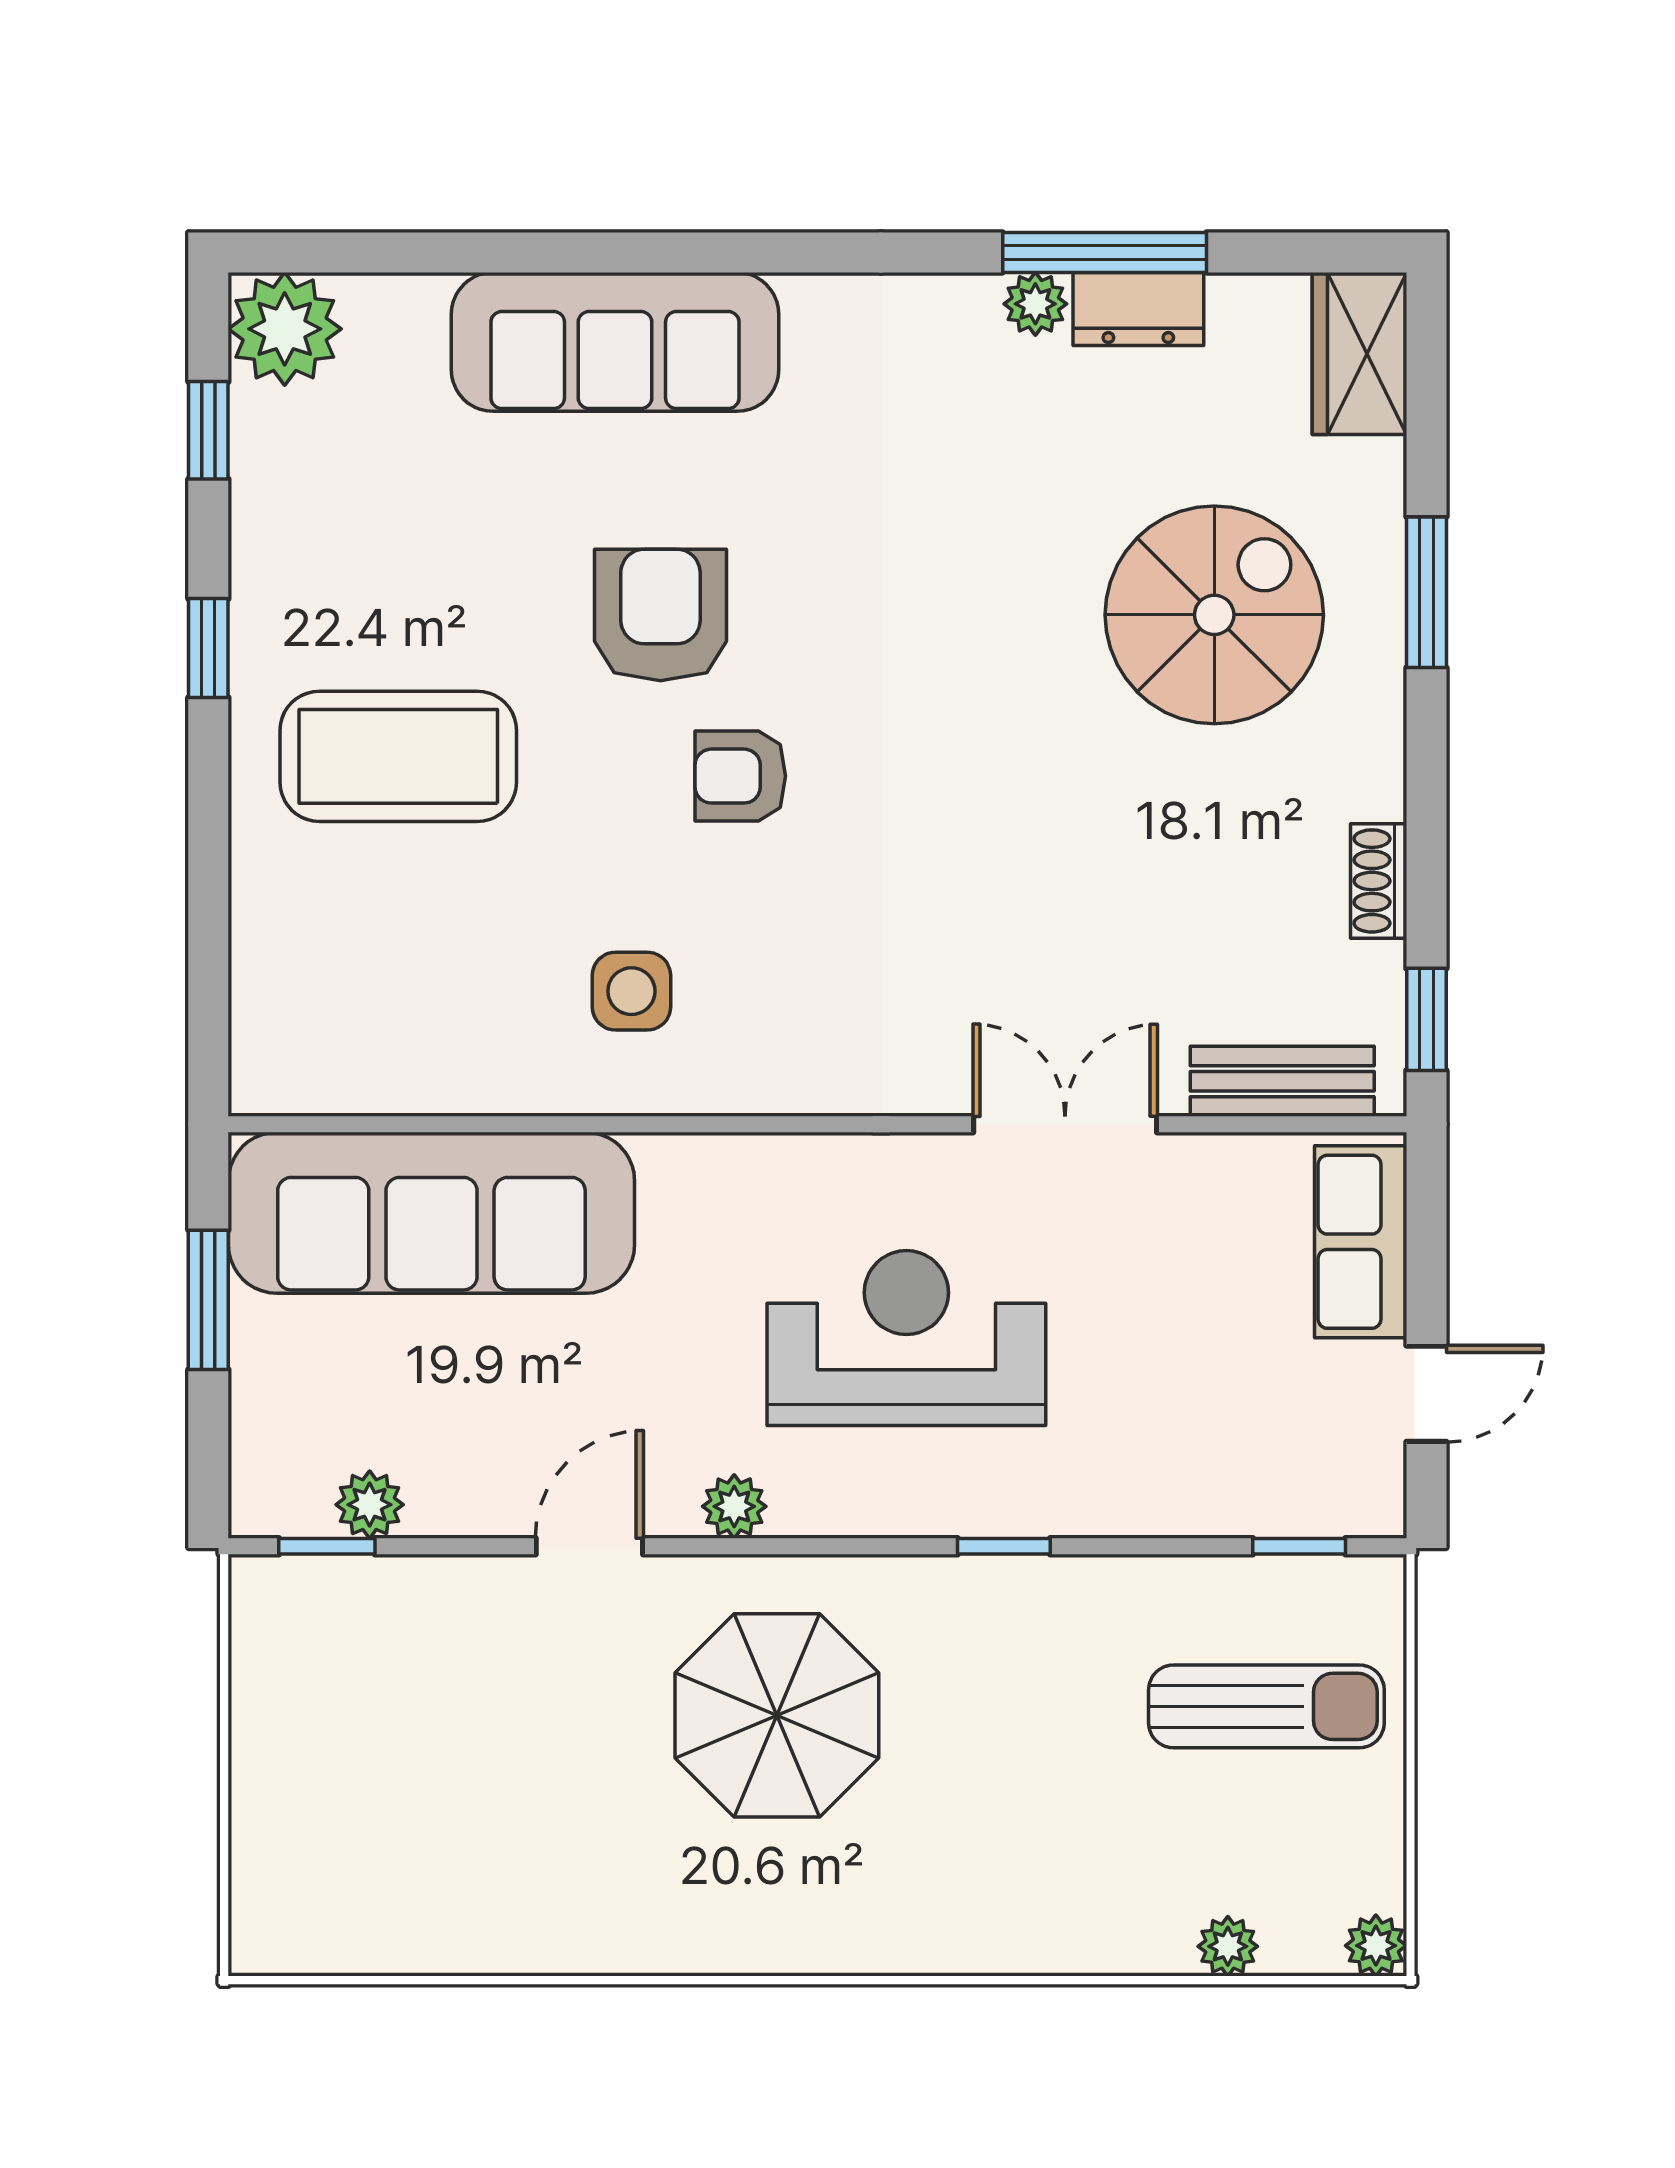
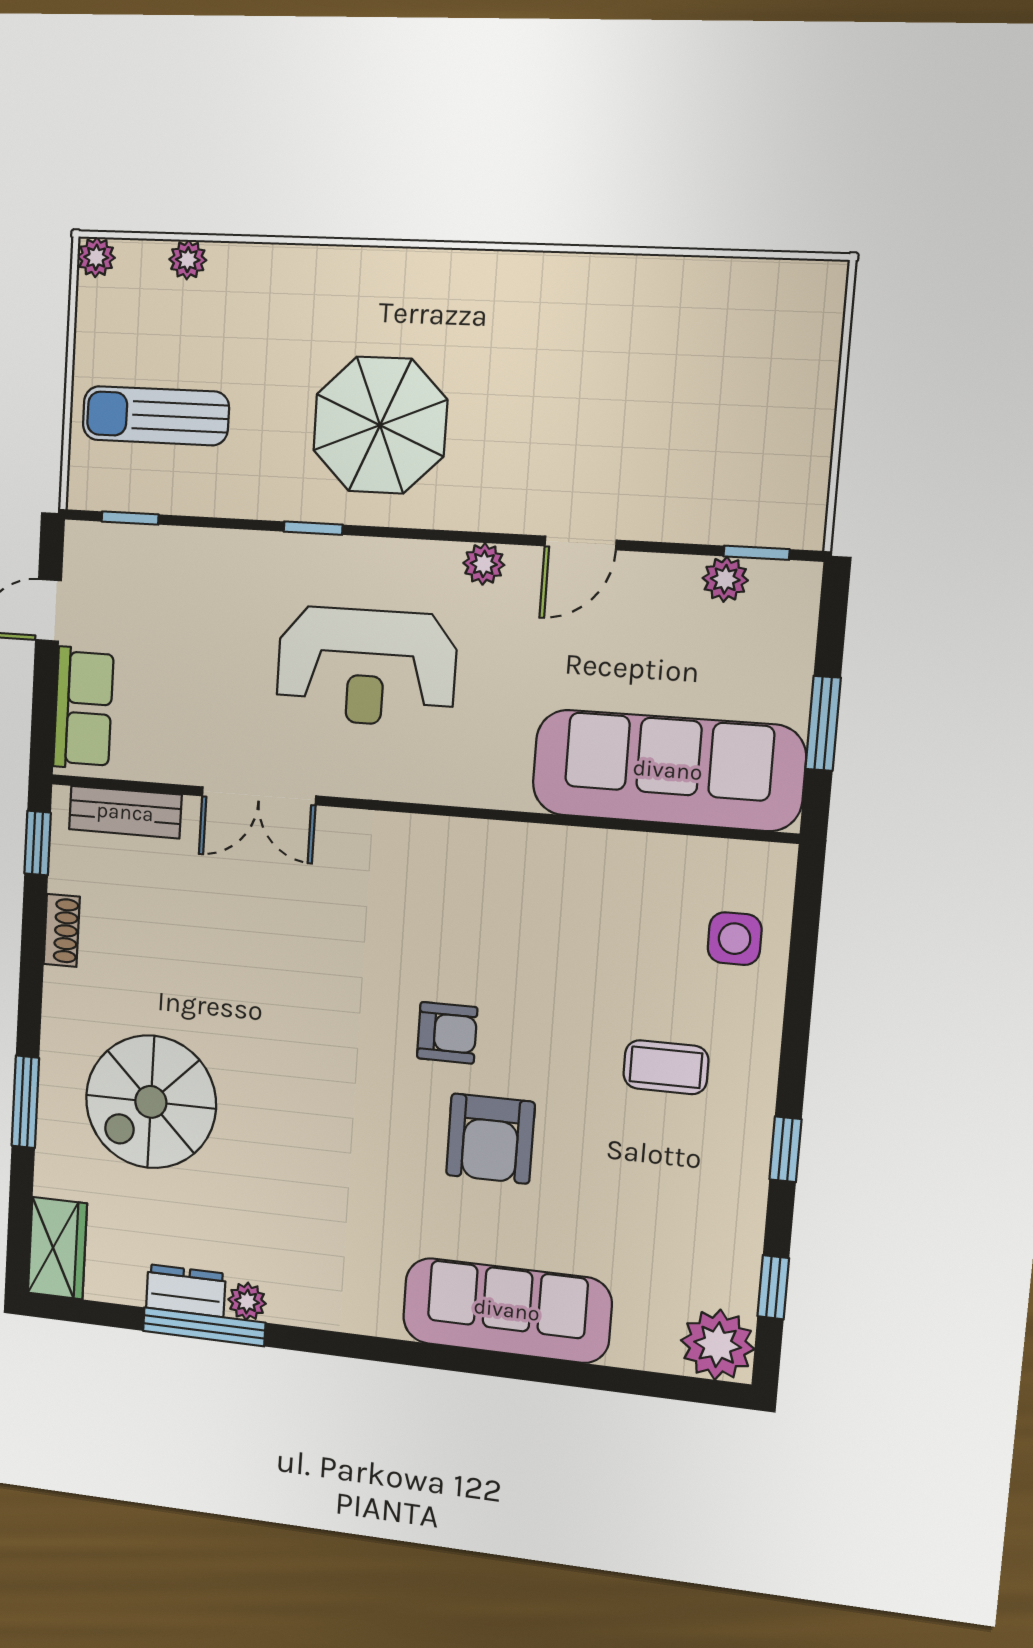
coffee table: (398, 756) -> (666, 1067), width x0.54, depth x0.58
side table: (631, 991) -> (735, 939), moved
parasol: (777, 1715) -> (380, 425), moved

